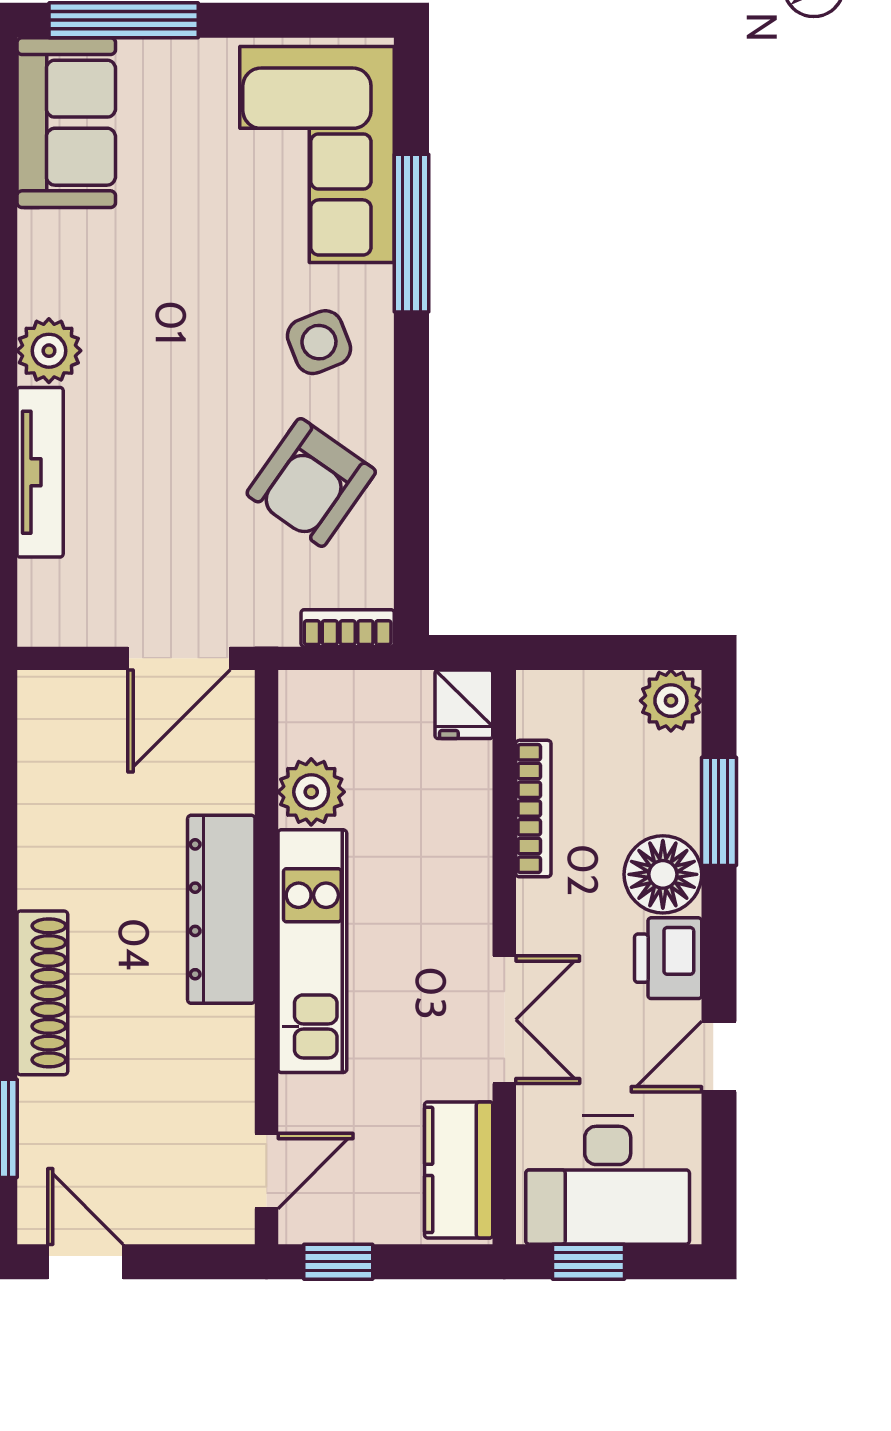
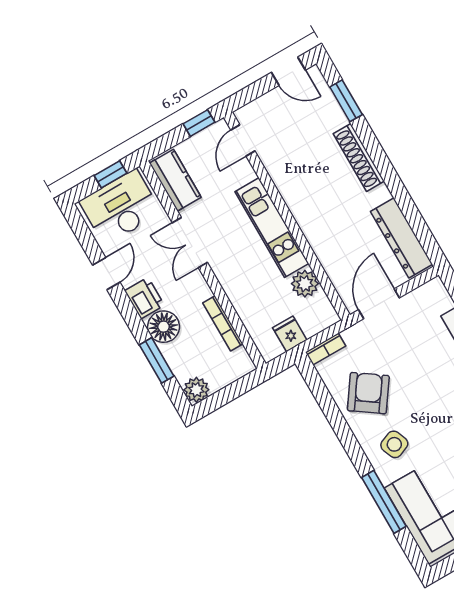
fridge: (464, 704) -> (290, 334), moved
dresser: (221, 909) -> (401, 238), moved, turned 180

